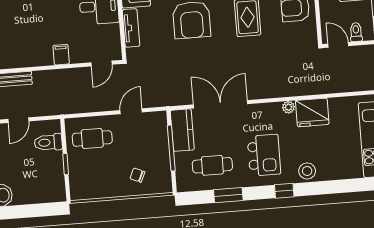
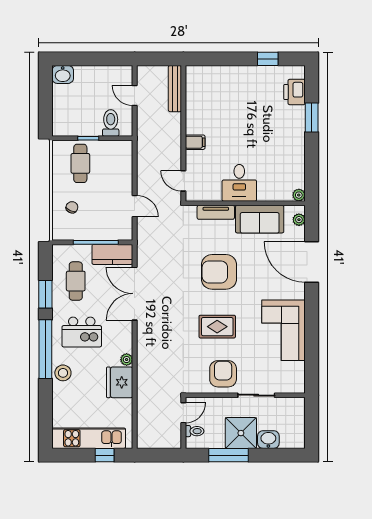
double door: (221, 104) -> (135, 294), swing flipped
cafe table: (92, 138) -> (80, 163), moved
window: (284, 191) -> (45, 349), width x3.17

